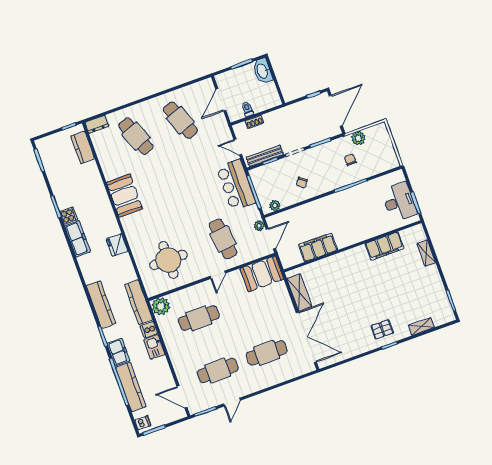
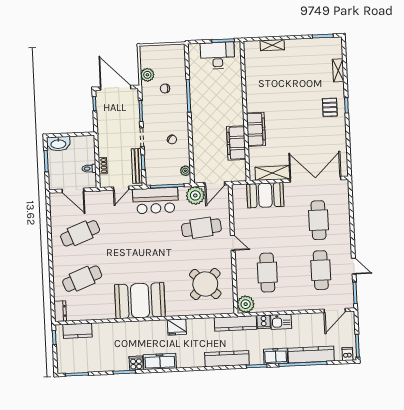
booth: (125, 196) -> (140, 301), width x1.36, depth x1.42
plant: (259, 226) -> (195, 195), width x1.88, depth x1.88
door: (271, 239) -> (215, 184), swing flipped
filing cabinet: (384, 246) -> (256, 129), moved
round table: (168, 260) -> (205, 284), turned 45
booth: (262, 274) -> (265, 195), moved, turned 90

